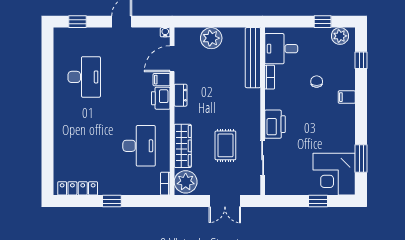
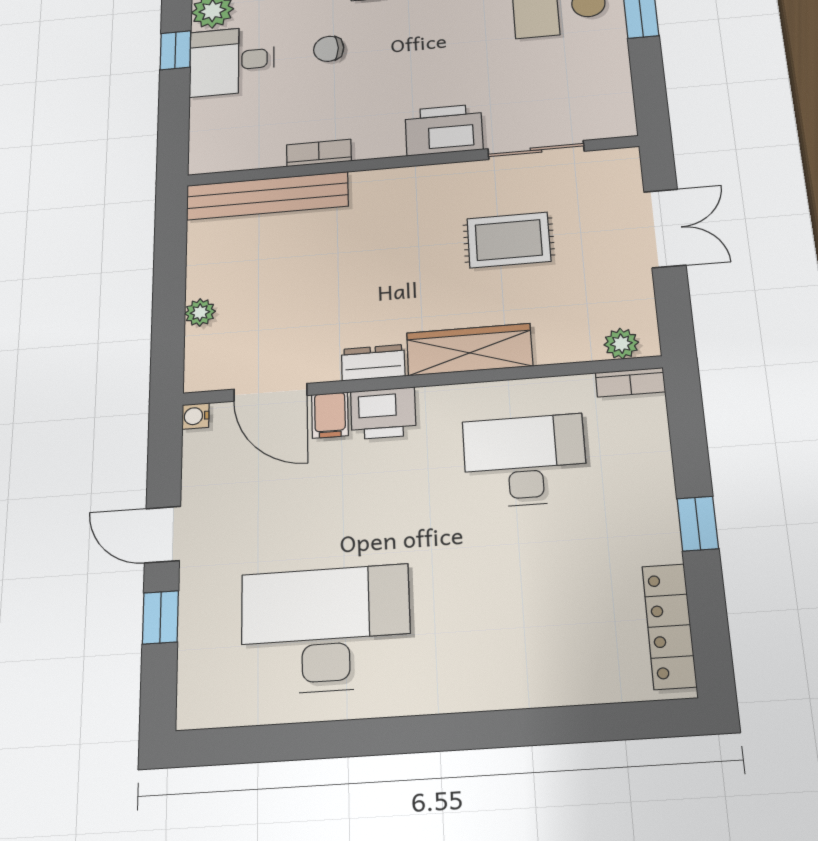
window: (77, 22) -> (160, 617), moved
plant: (211, 38) -> (200, 312), width x0.53, depth x0.53
desk: (281, 49) -> (232, 61), moved, turned 90
desk: (84, 77) -> (326, 629), width x1.36, depth x1.30
wardrobe: (183, 146) -> (469, 350), moved
plant: (186, 182) -> (621, 344), width x0.53, depth x0.53

